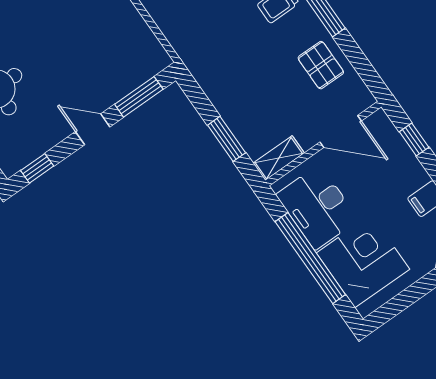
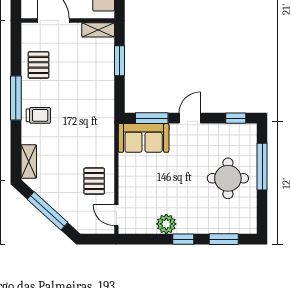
sofa: (132, 66) -> (144, 138), added
door: (93, 129) -> (190, 118), swing flipped

